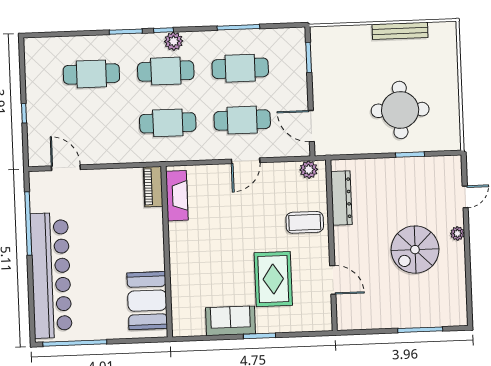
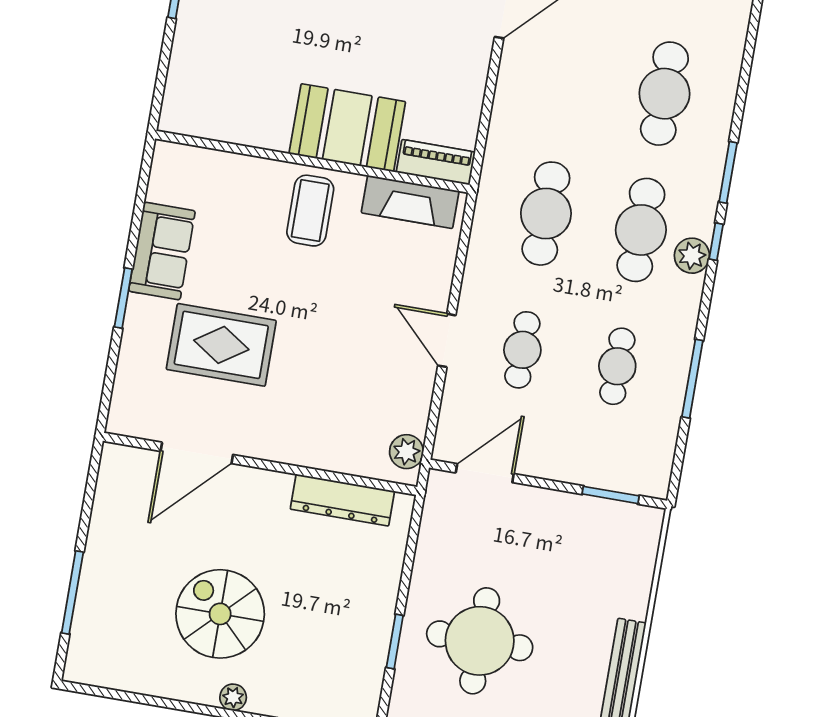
cafe table: (240, 68) -> (617, 366), width x0.73, depth x0.74
cafe table: (242, 120) -> (522, 350), width x0.73, depth x0.74
coffee table: (305, 222) -> (310, 211), moved
door: (333, 280) -> (197, 453), width x1.36
booth: (147, 301) -> (347, 128), moved

